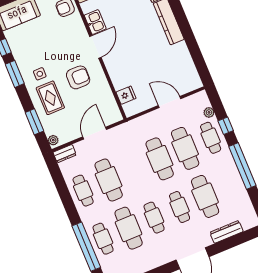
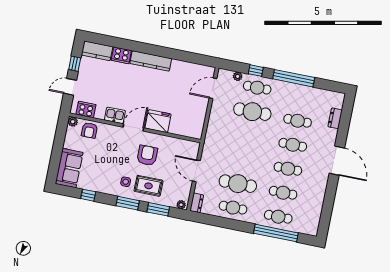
door: (95, 47) -> (133, 127), hinge flipped
window: (15, 74) -> (128, 203), moved
fridge: (126, 95) -> (158, 121), moved, width x1.88, depth x1.34
door: (170, 102) -> (213, 88), moved
cafe table: (160, 159) -> (247, 136), removed
cafe table: (205, 196) -> (298, 121), width x0.73, depth x0.74
cafe table: (129, 228) -> (283, 193), width x0.73, depth x0.74
dresser: (227, 232) -> (335, 118), width x0.70

